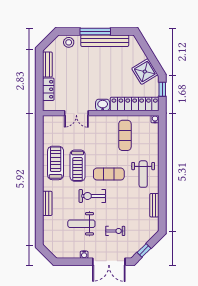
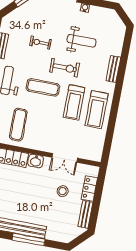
stool: (69, 42) -> (63, 191), moved
double door: (76, 113) -> (65, 158), swing flipped
treadmill: (78, 166) -> (74, 103), turned 180
exercise bike: (115, 231) -> (40, 43), moved

